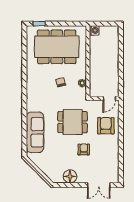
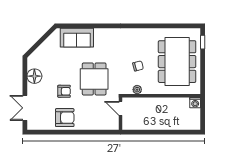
door: (109, 98) -> (120, 108), moved
armchair: (106, 126) -> (65, 118), moved
sofa: (35, 132) -> (77, 38), width x0.73

